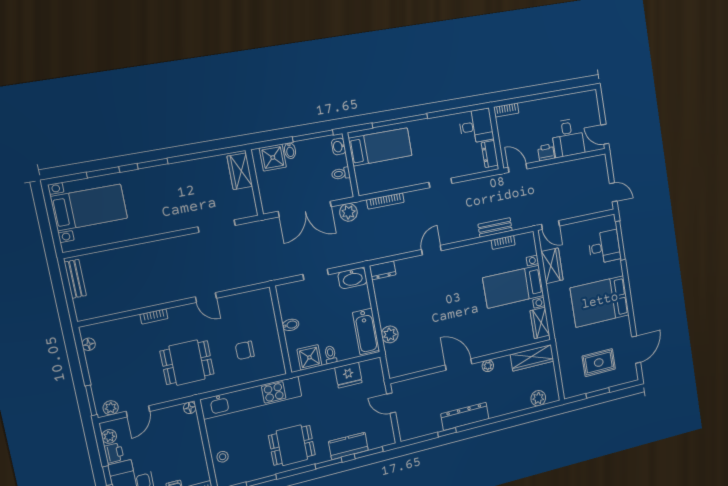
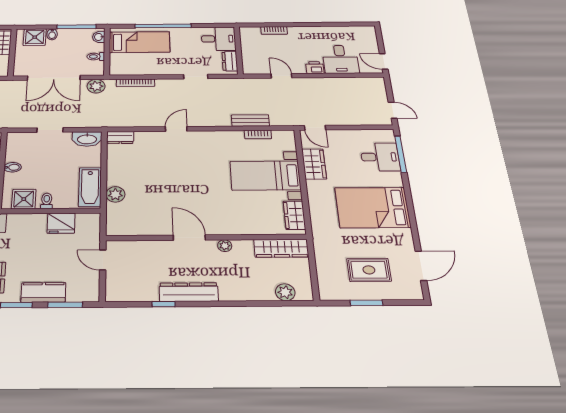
desk: (476, 126) -> (218, 39), moved
wall: (496, 138) -> (238, 50), moved
dresser: (490, 154) -> (230, 61), moved

